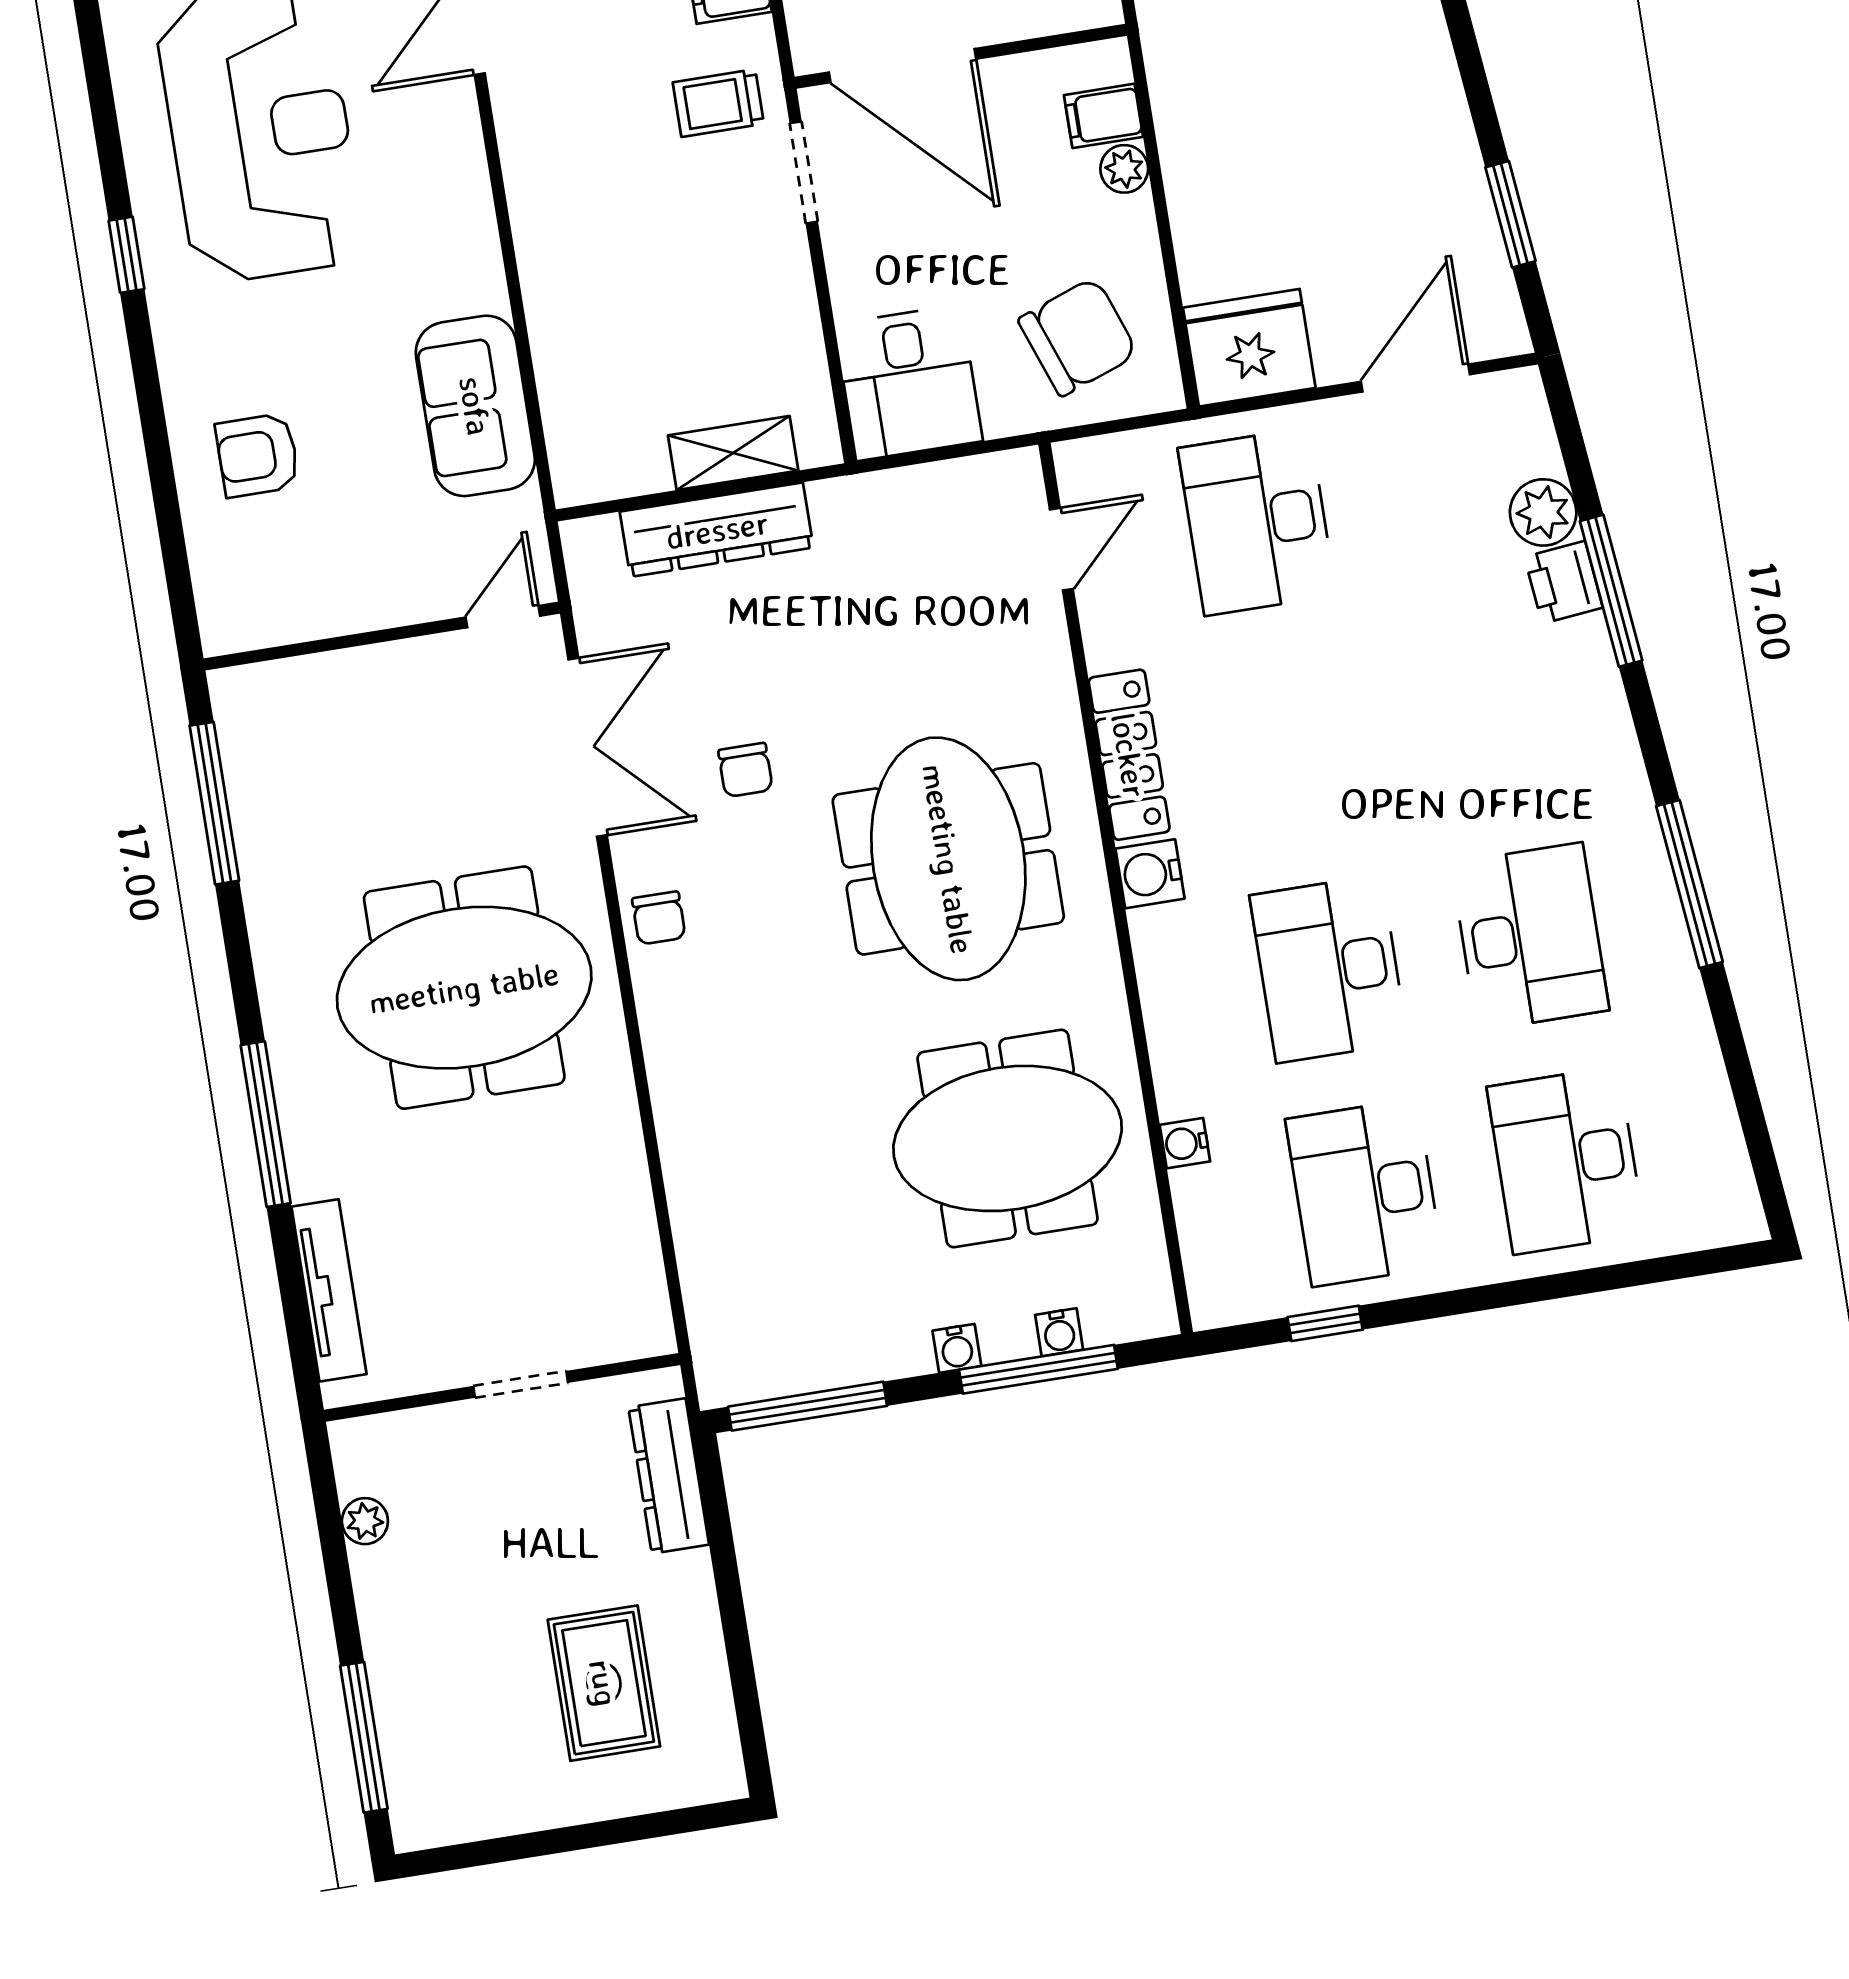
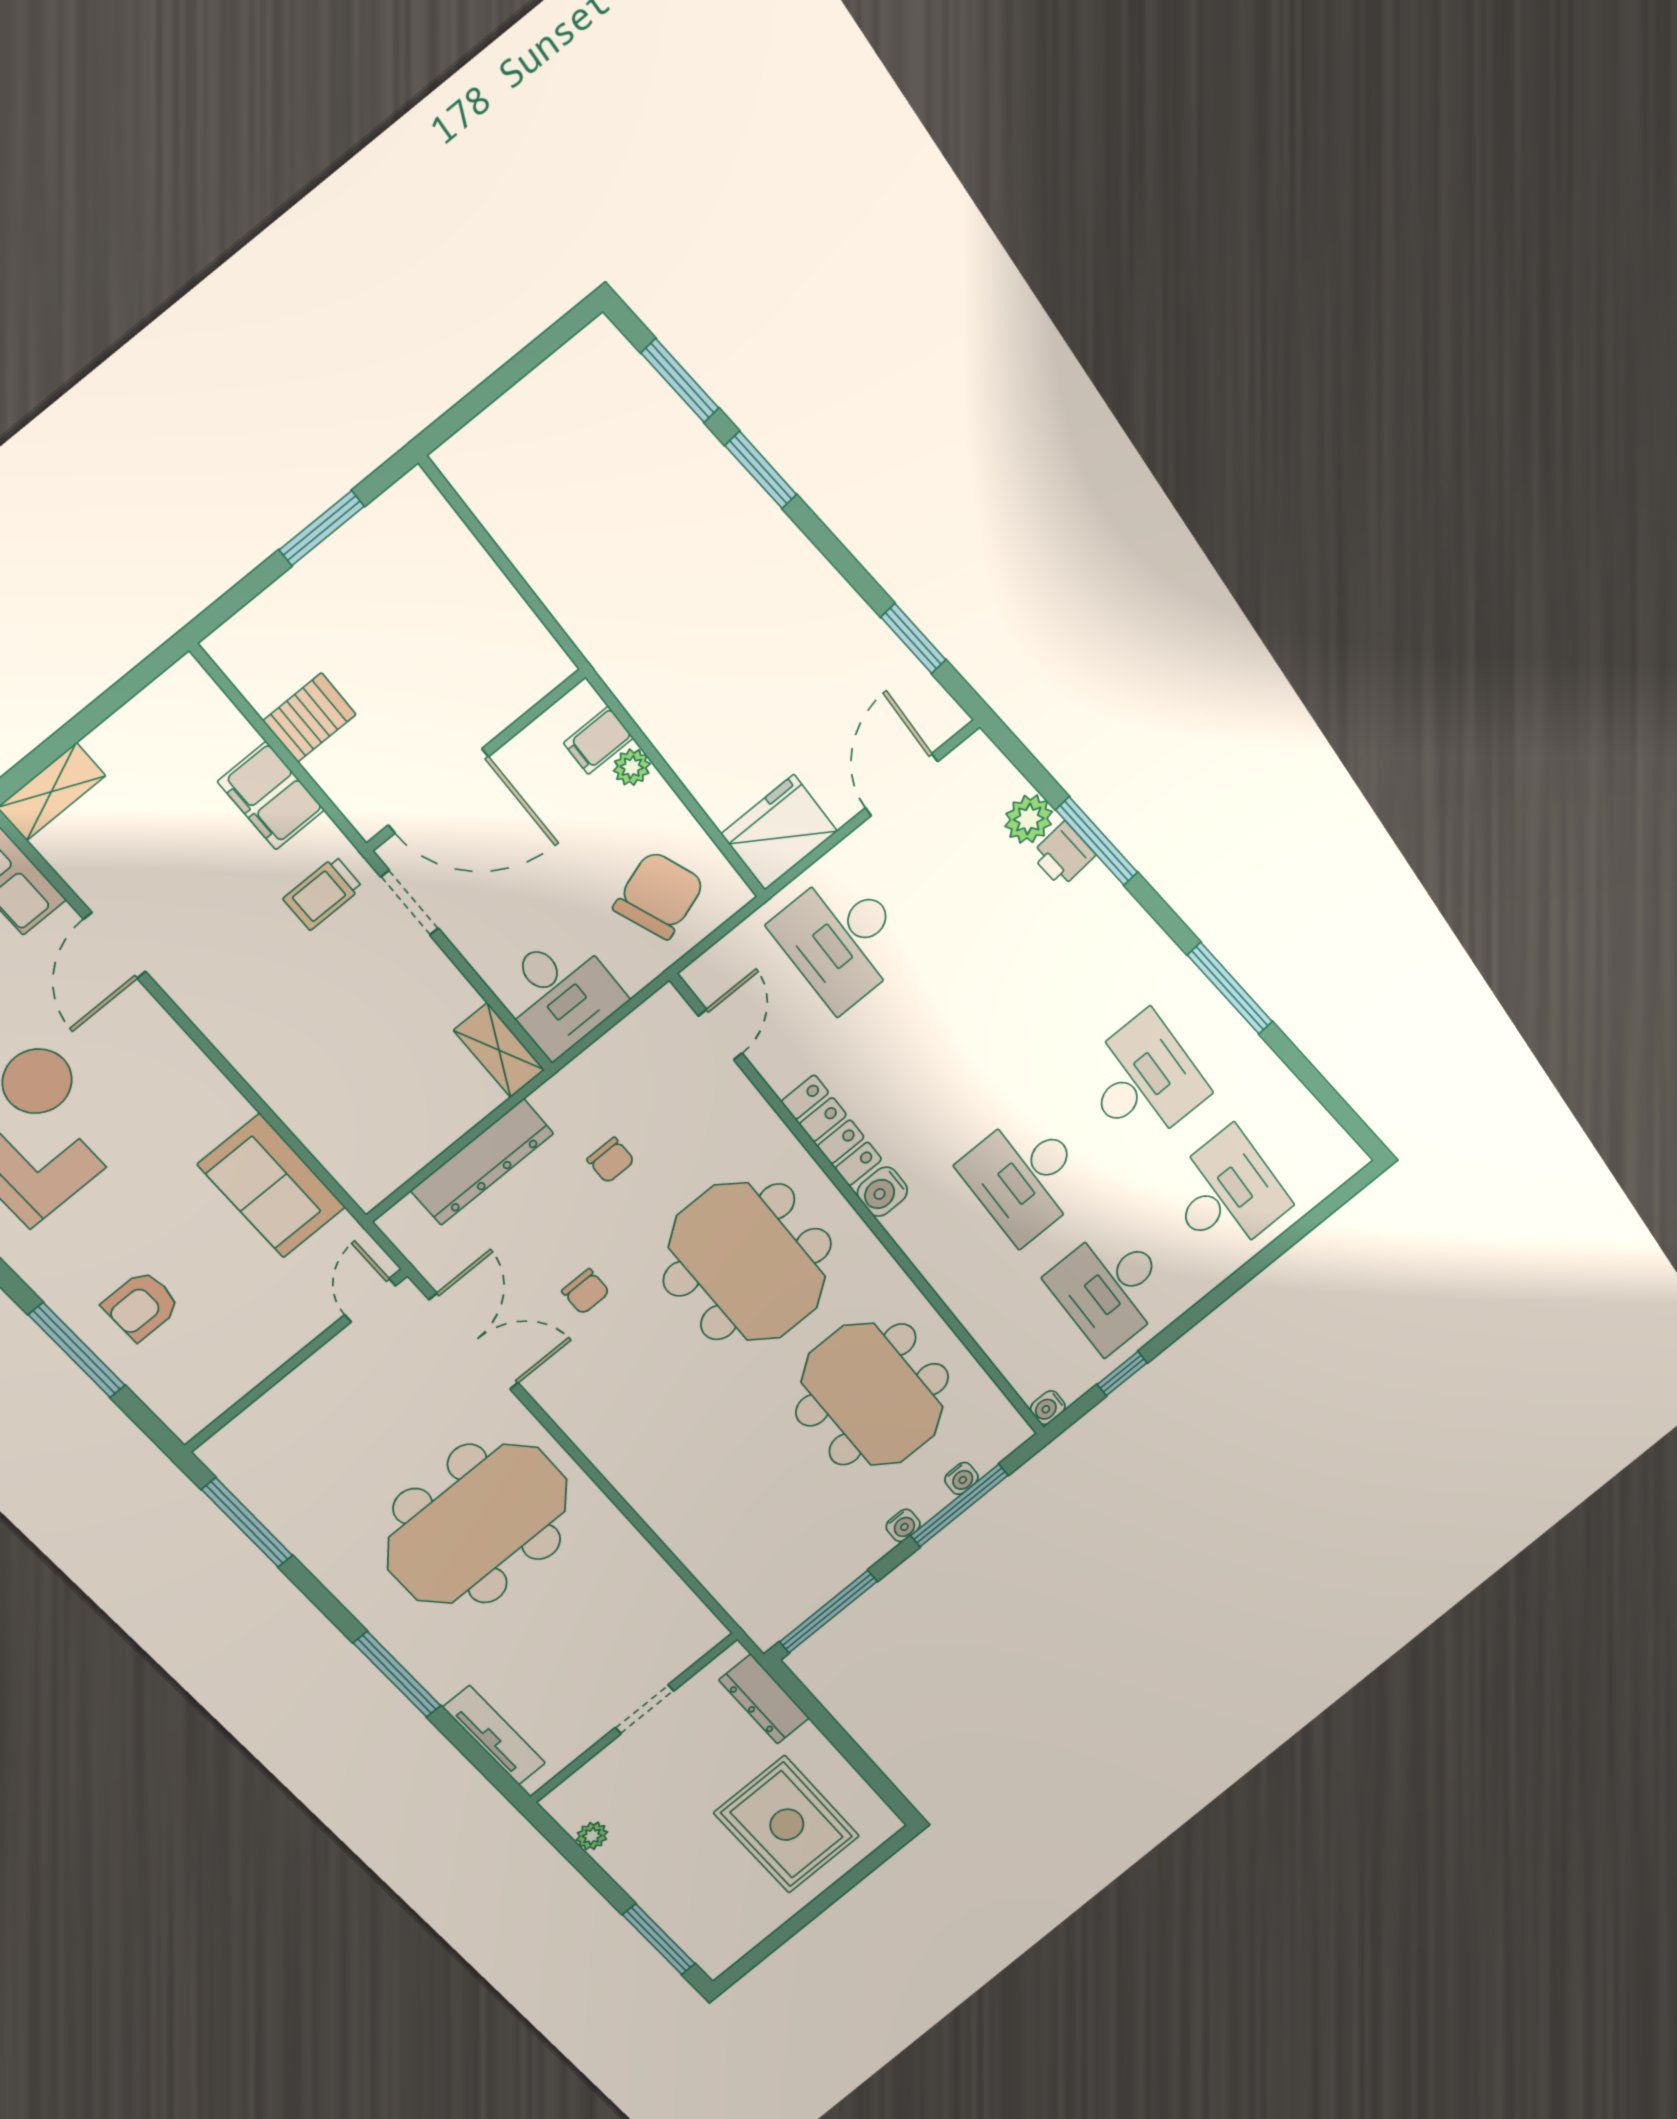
shelving: (733, 453) -> (499, 1050), moved, turned 90
window: (160, 462) -> (77, 1350), added
chair: (659, 918) -> (611, 1160), moved
meeting table: (1008, 1138) -> (872, 1395), turned 90
water cooler: (1185, 1143) -> (1048, 1408), moved
desk: (1566, 1160) -> (1227, 1194), turned 180
rug: (604, 1683) -> (787, 1825), width x1.36, depth x1.43

